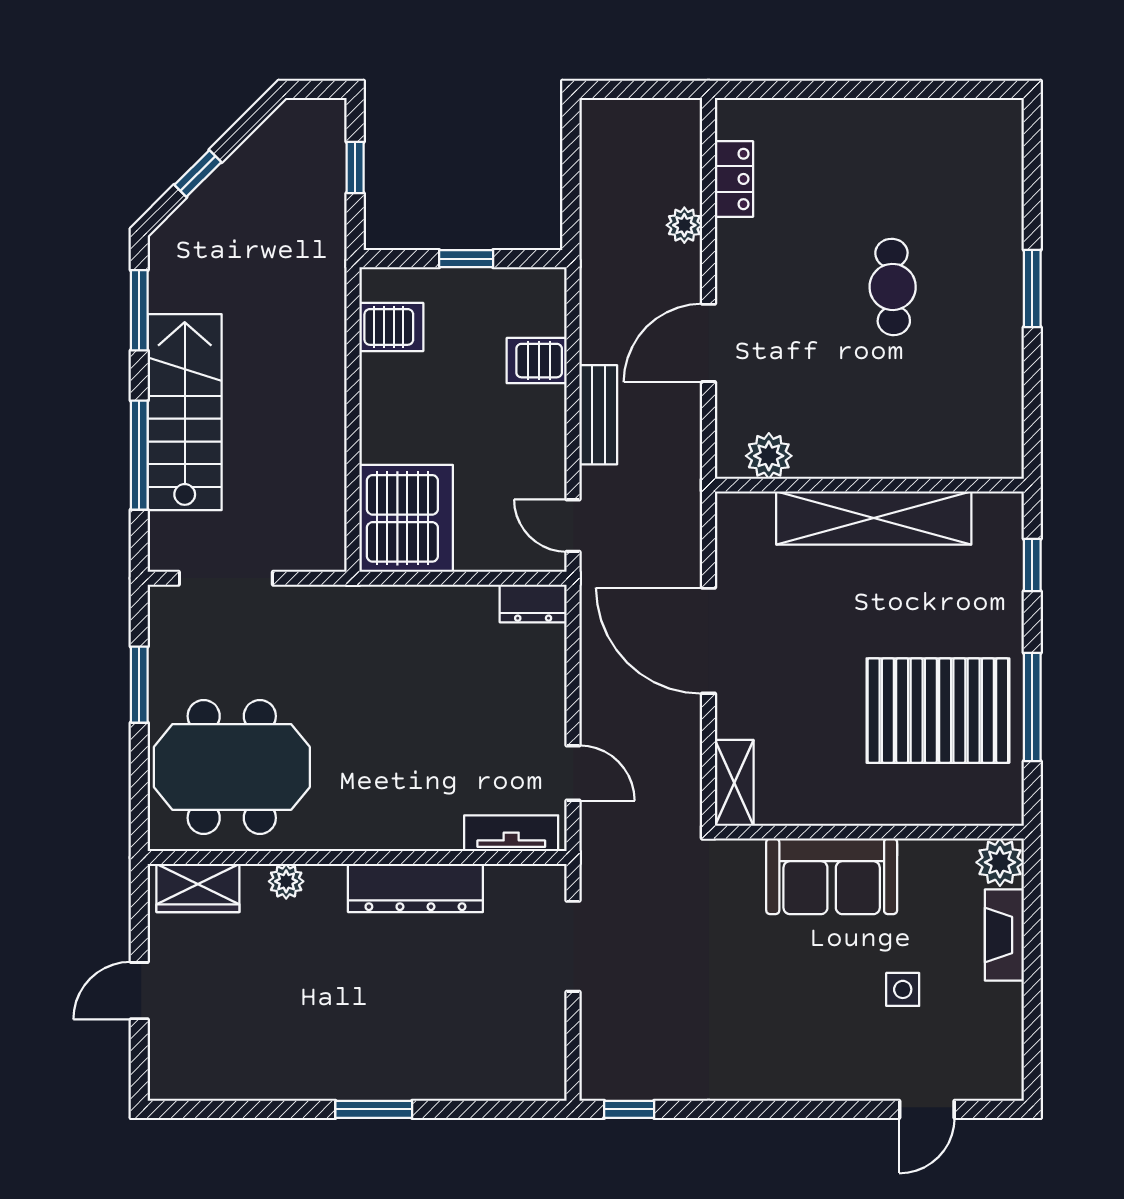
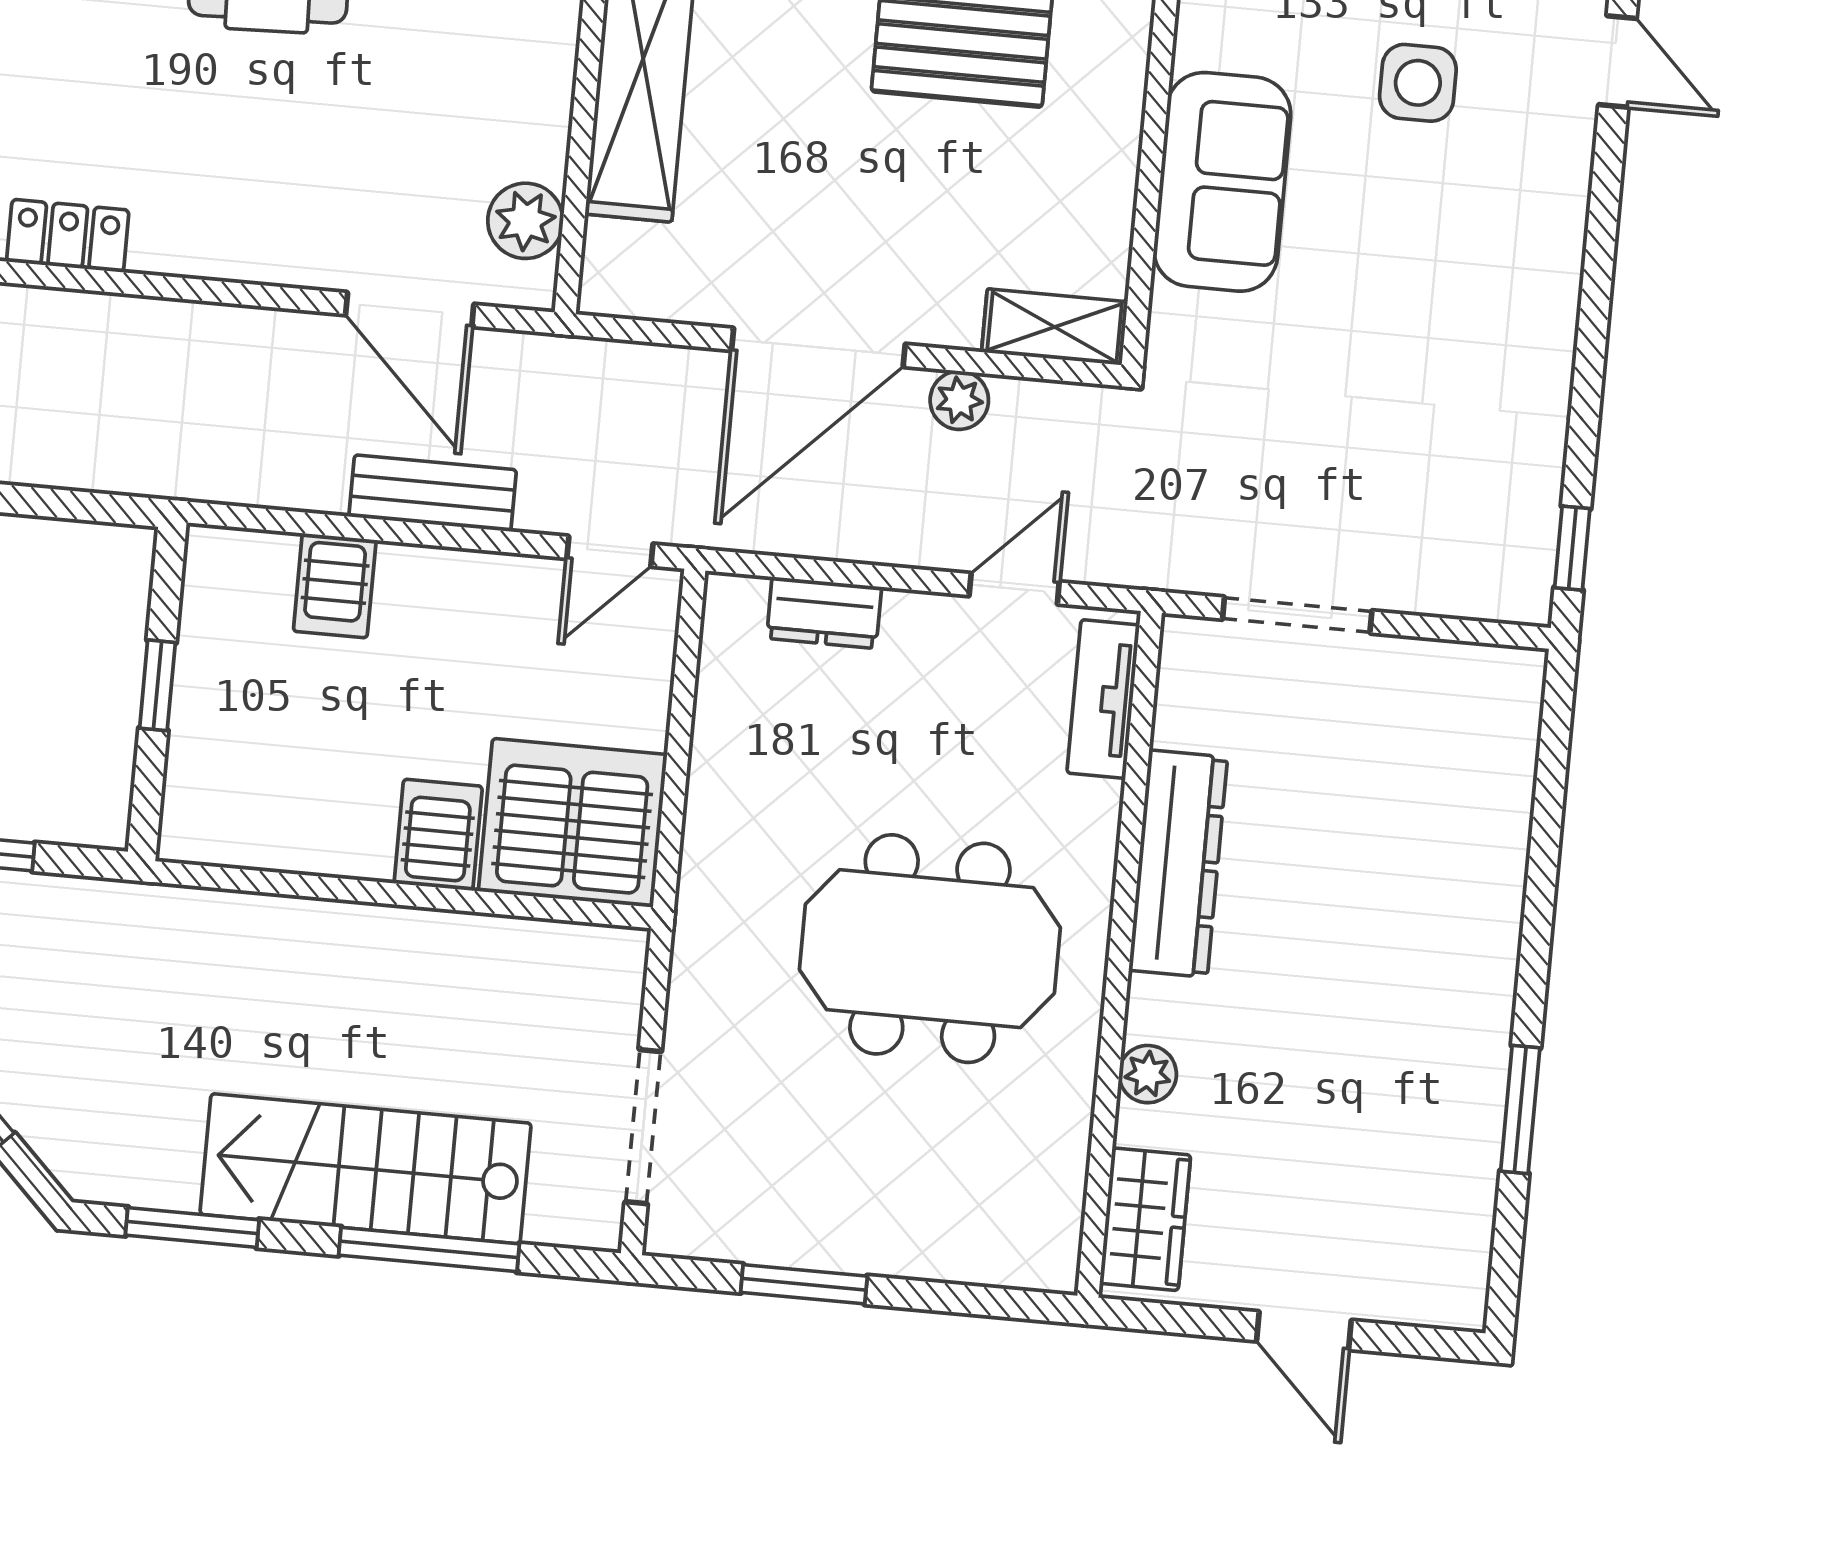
plant: (684, 225) -> (959, 400), moved
server rack: (391, 327) -> (438, 835), moved
door: (708, 343) -> (410, 309), moved
dresser: (533, 603) -> (824, 613), moved, turned 90
meeting table: (232, 767) -> (930, 949), moved, turned 90
side table: (903, 989) -> (1418, 83), width x1.37, depth x1.37
window: (374, 1109) -> (1520, 1110), moved

